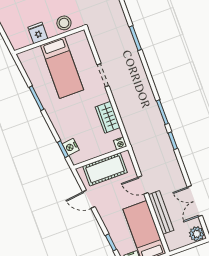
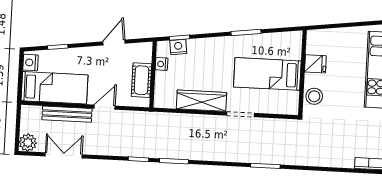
wardrobe: (108, 117) -> (201, 101), width x1.50
nightstand: (120, 143) -> (162, 64), moved
cot: (105, 169) -> (141, 80), width x0.73, depth x0.75

